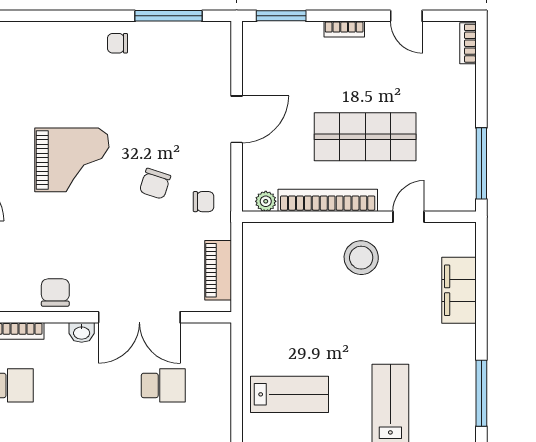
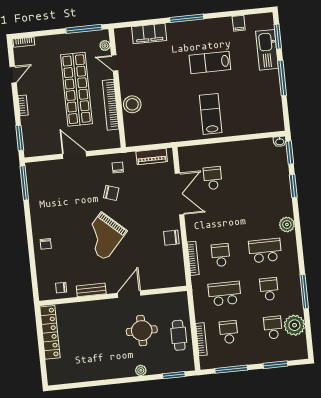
window: (169, 16) -> (24, 183), moved
chair: (118, 43) -> (46, 244), moved
shop shelf: (365, 137) -> (76, 89), width x1.40
grand piano: (72, 160) -> (104, 236), turned -138
plant: (266, 201) -> (105, 45), moved
stool: (361, 258) -> (132, 104), moved
washbasin: (82, 332) -> (190, 222), removed
window: (481, 393) -> (187, 18), moved

